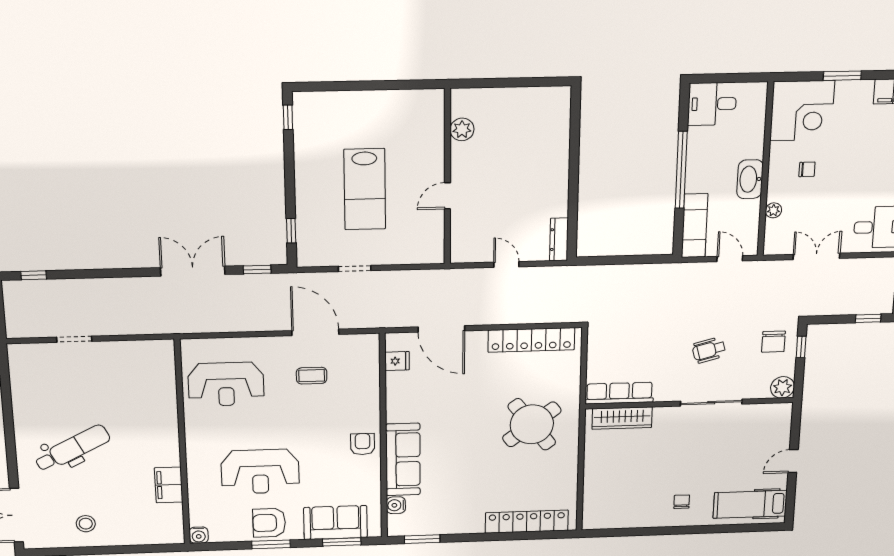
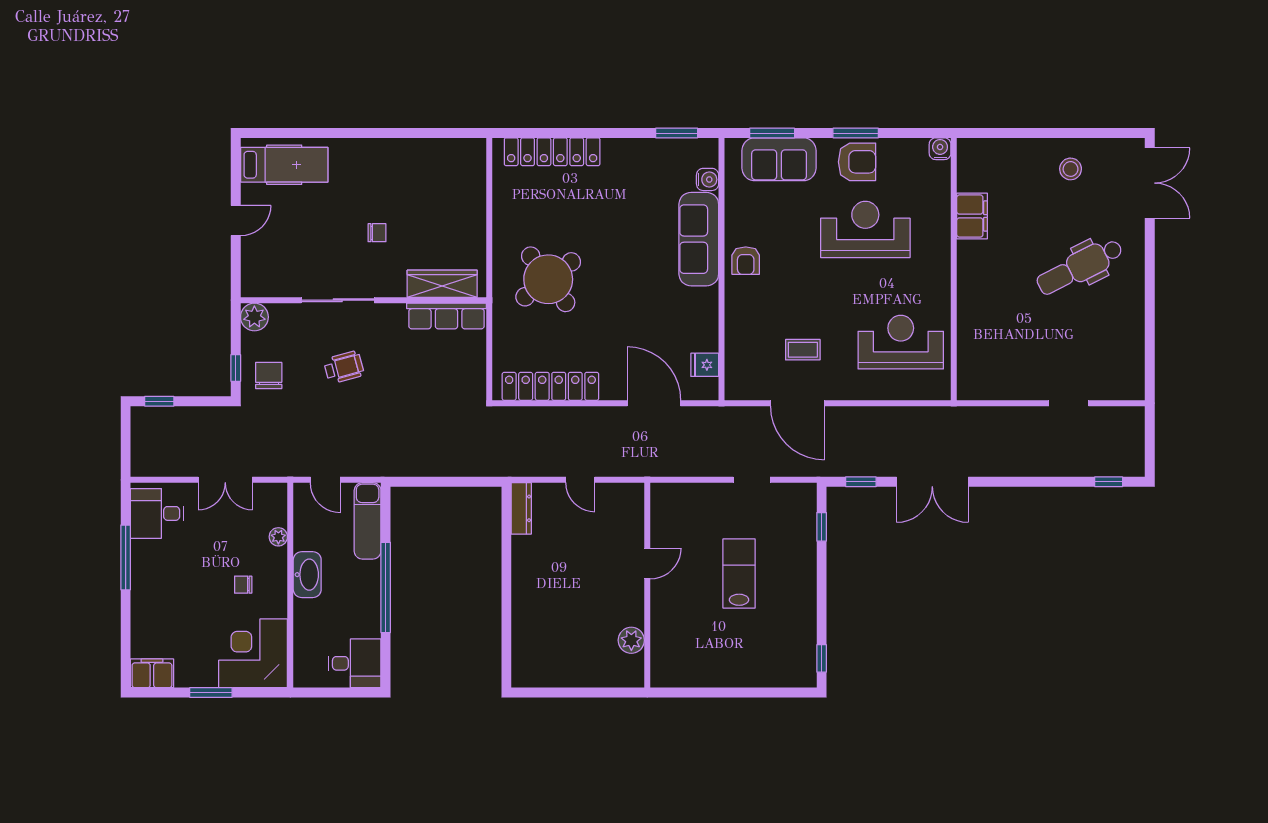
lab bench: (365, 189) -> (739, 573), width x0.73, depth x0.72
chair: (682, 502) -> (377, 233), moved, turned -90

